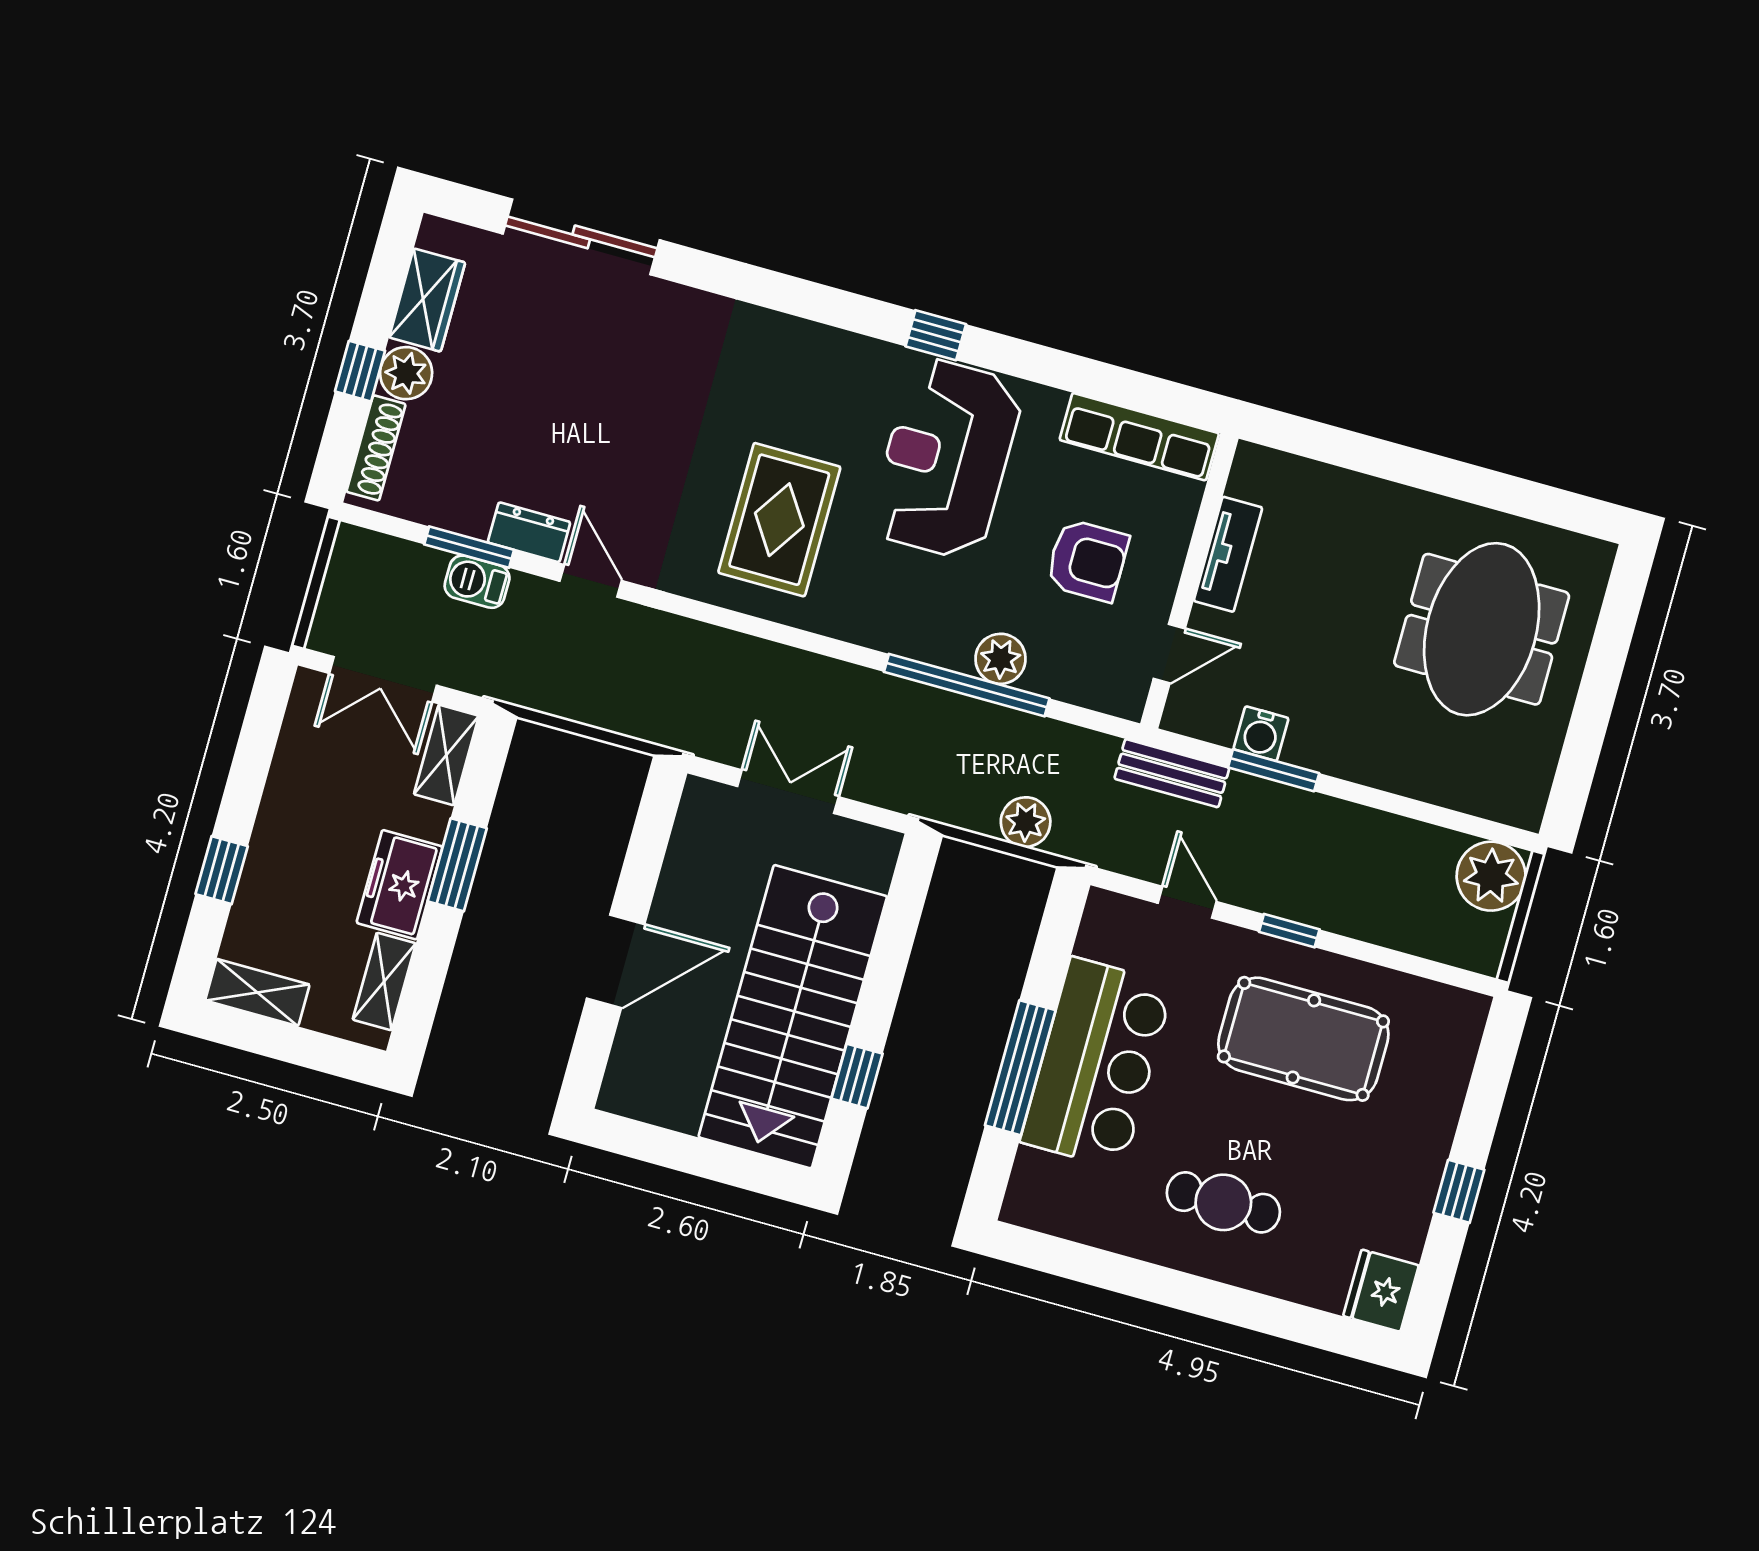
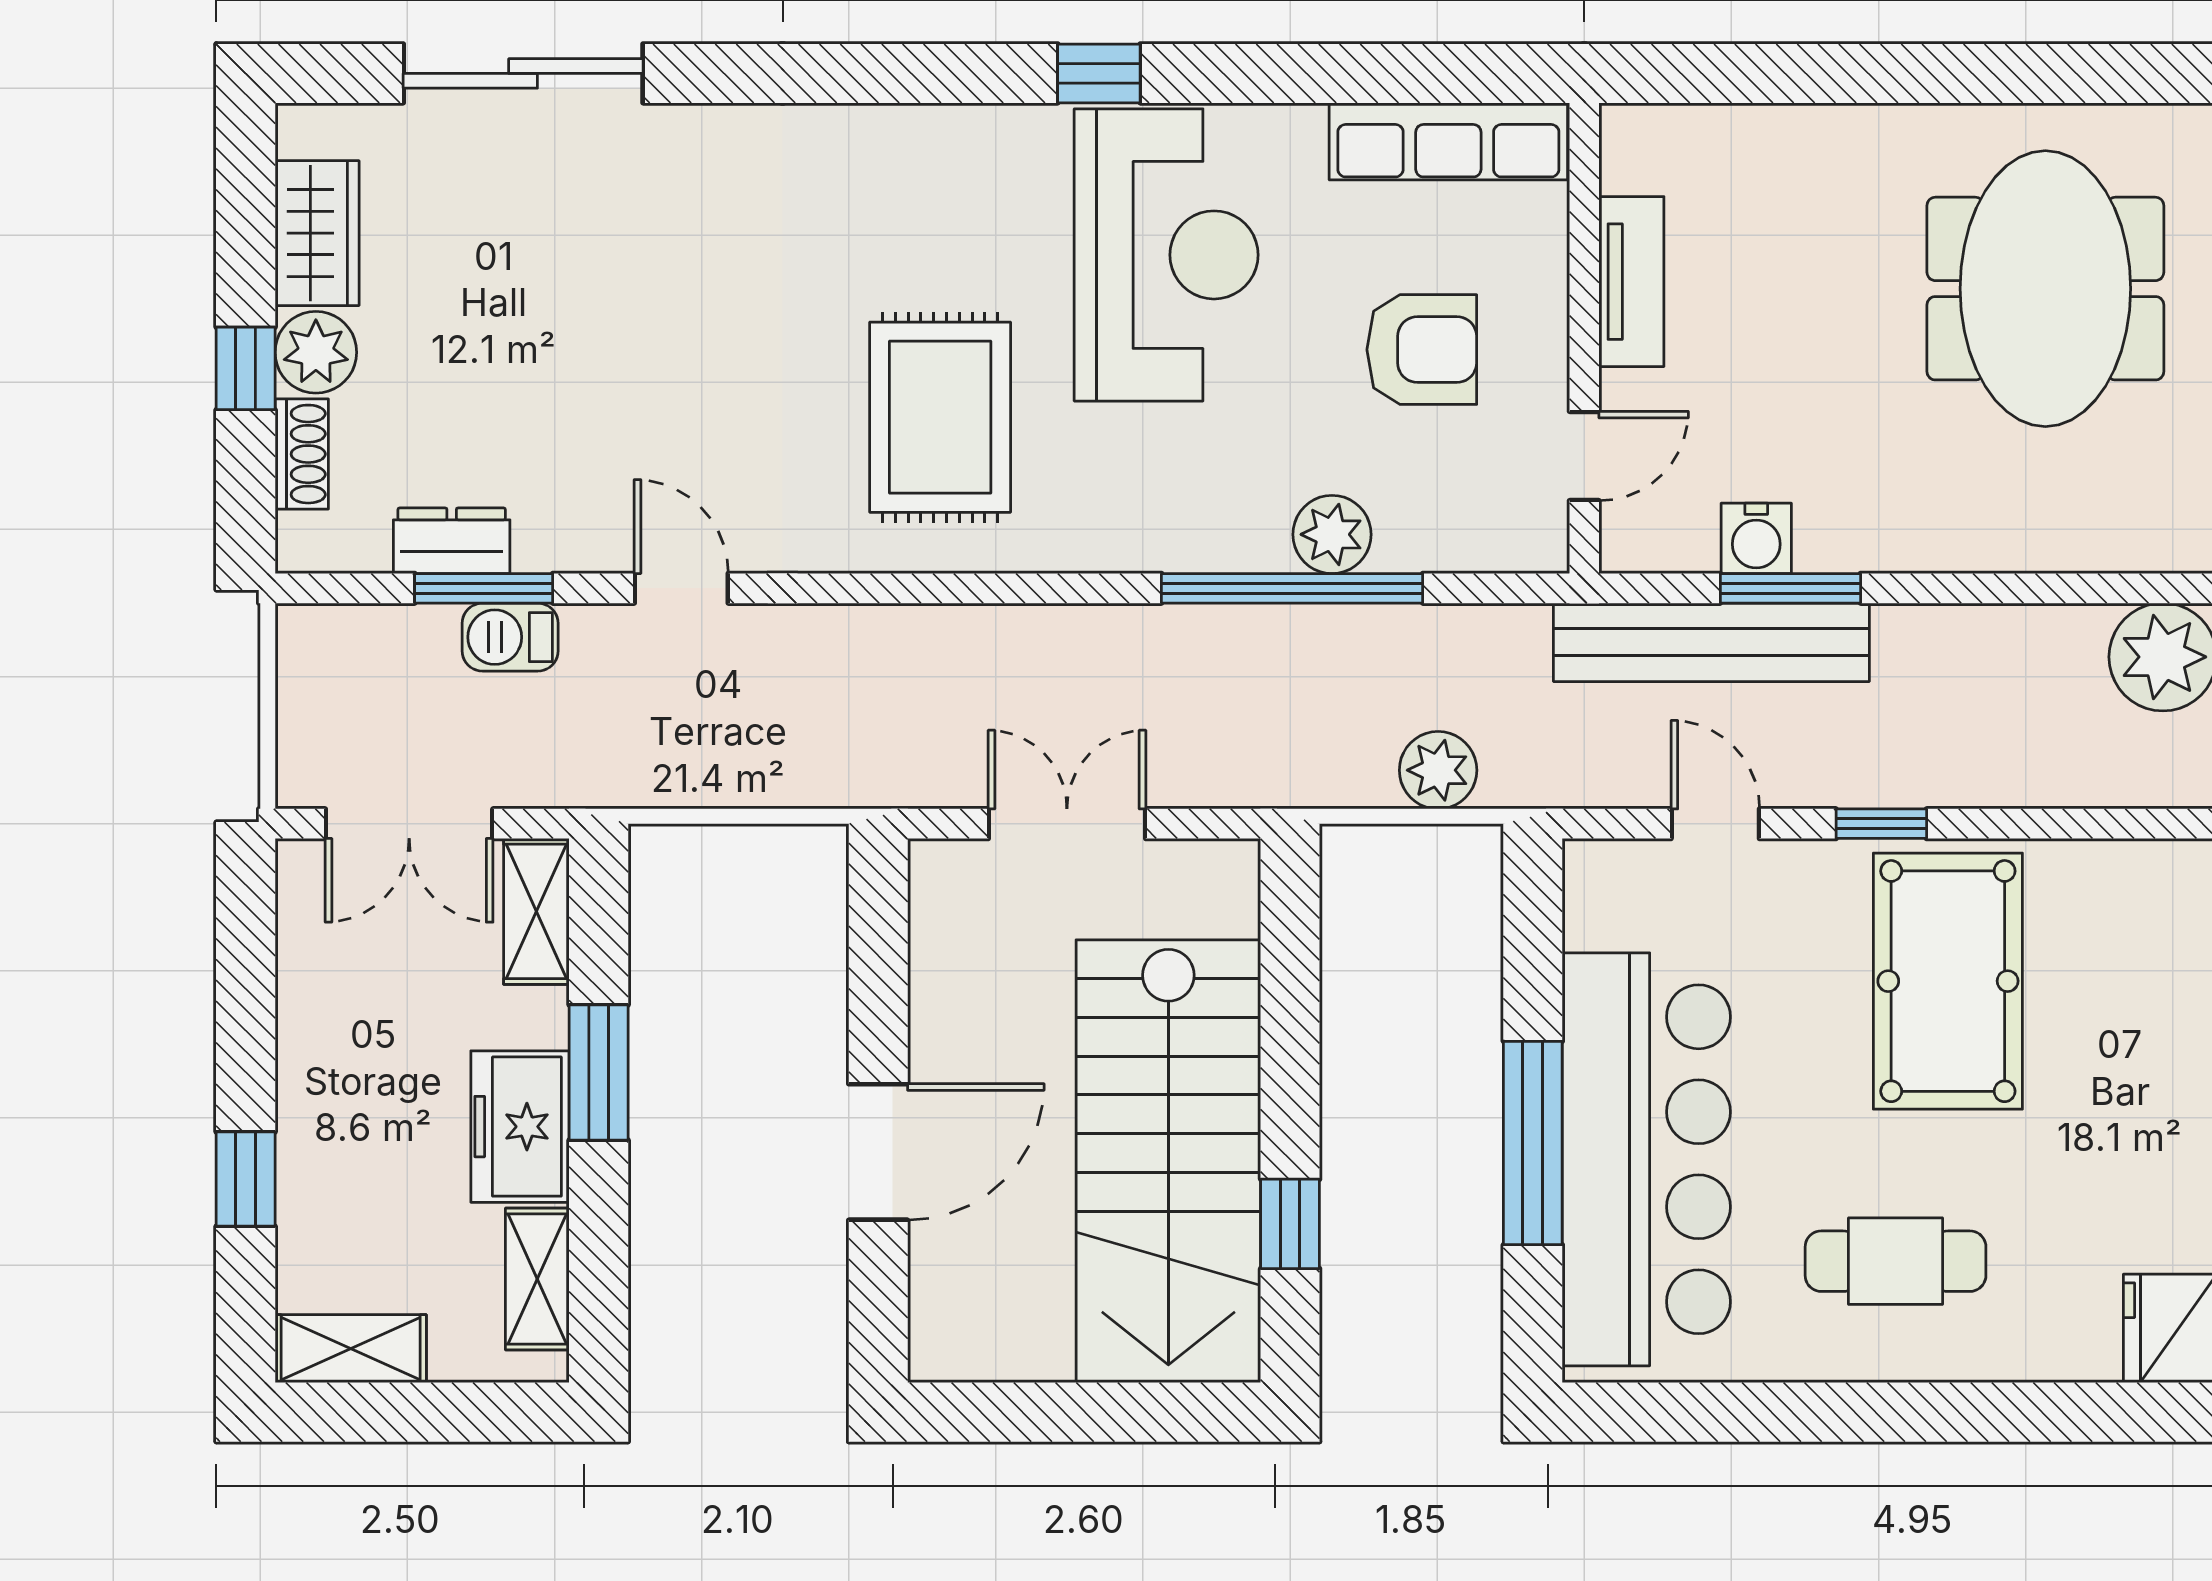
shoe rack: (376, 448) -> (302, 454), width x0.70
reception desk: (946, 458) -> (1166, 255), turned 180
dresser: (529, 532) -> (452, 541), moved
bench: (1172, 773) -> (1711, 642), width x1.86, depth x1.21
pool table: (1303, 1039) -> (1948, 981), turned 90
bar counter: (1097, 1063) -> (1646, 1159), width x1.36

